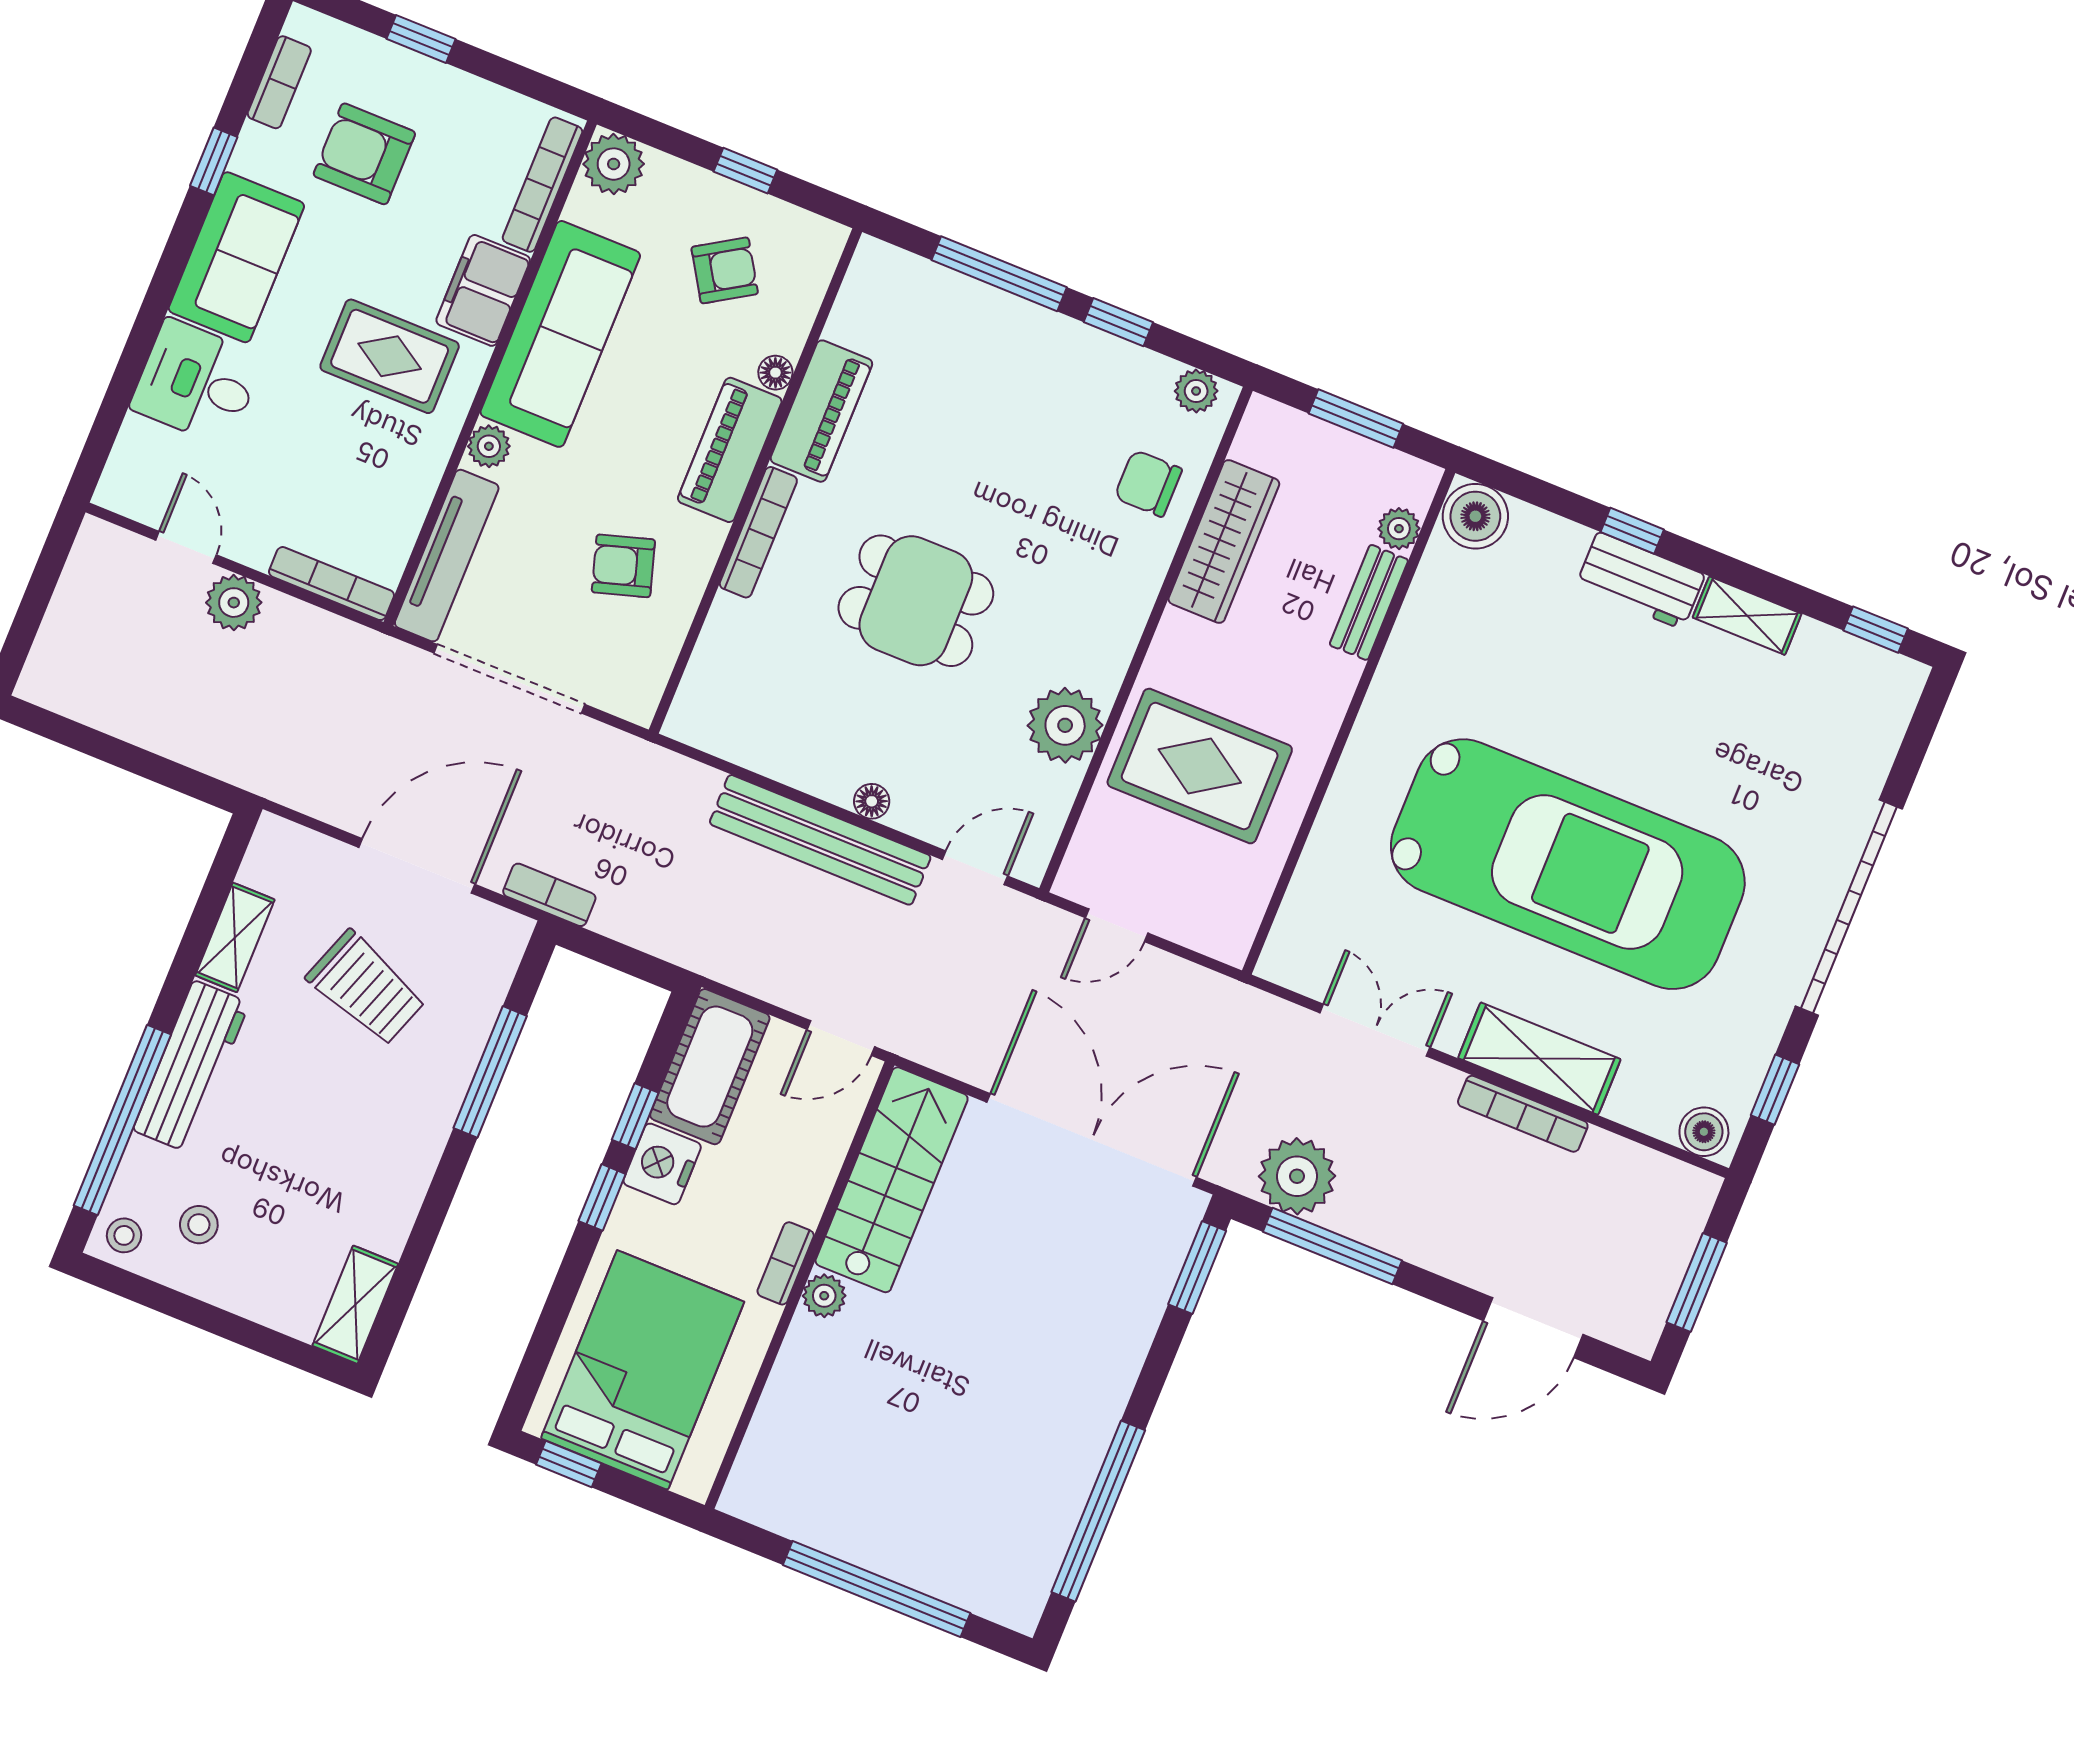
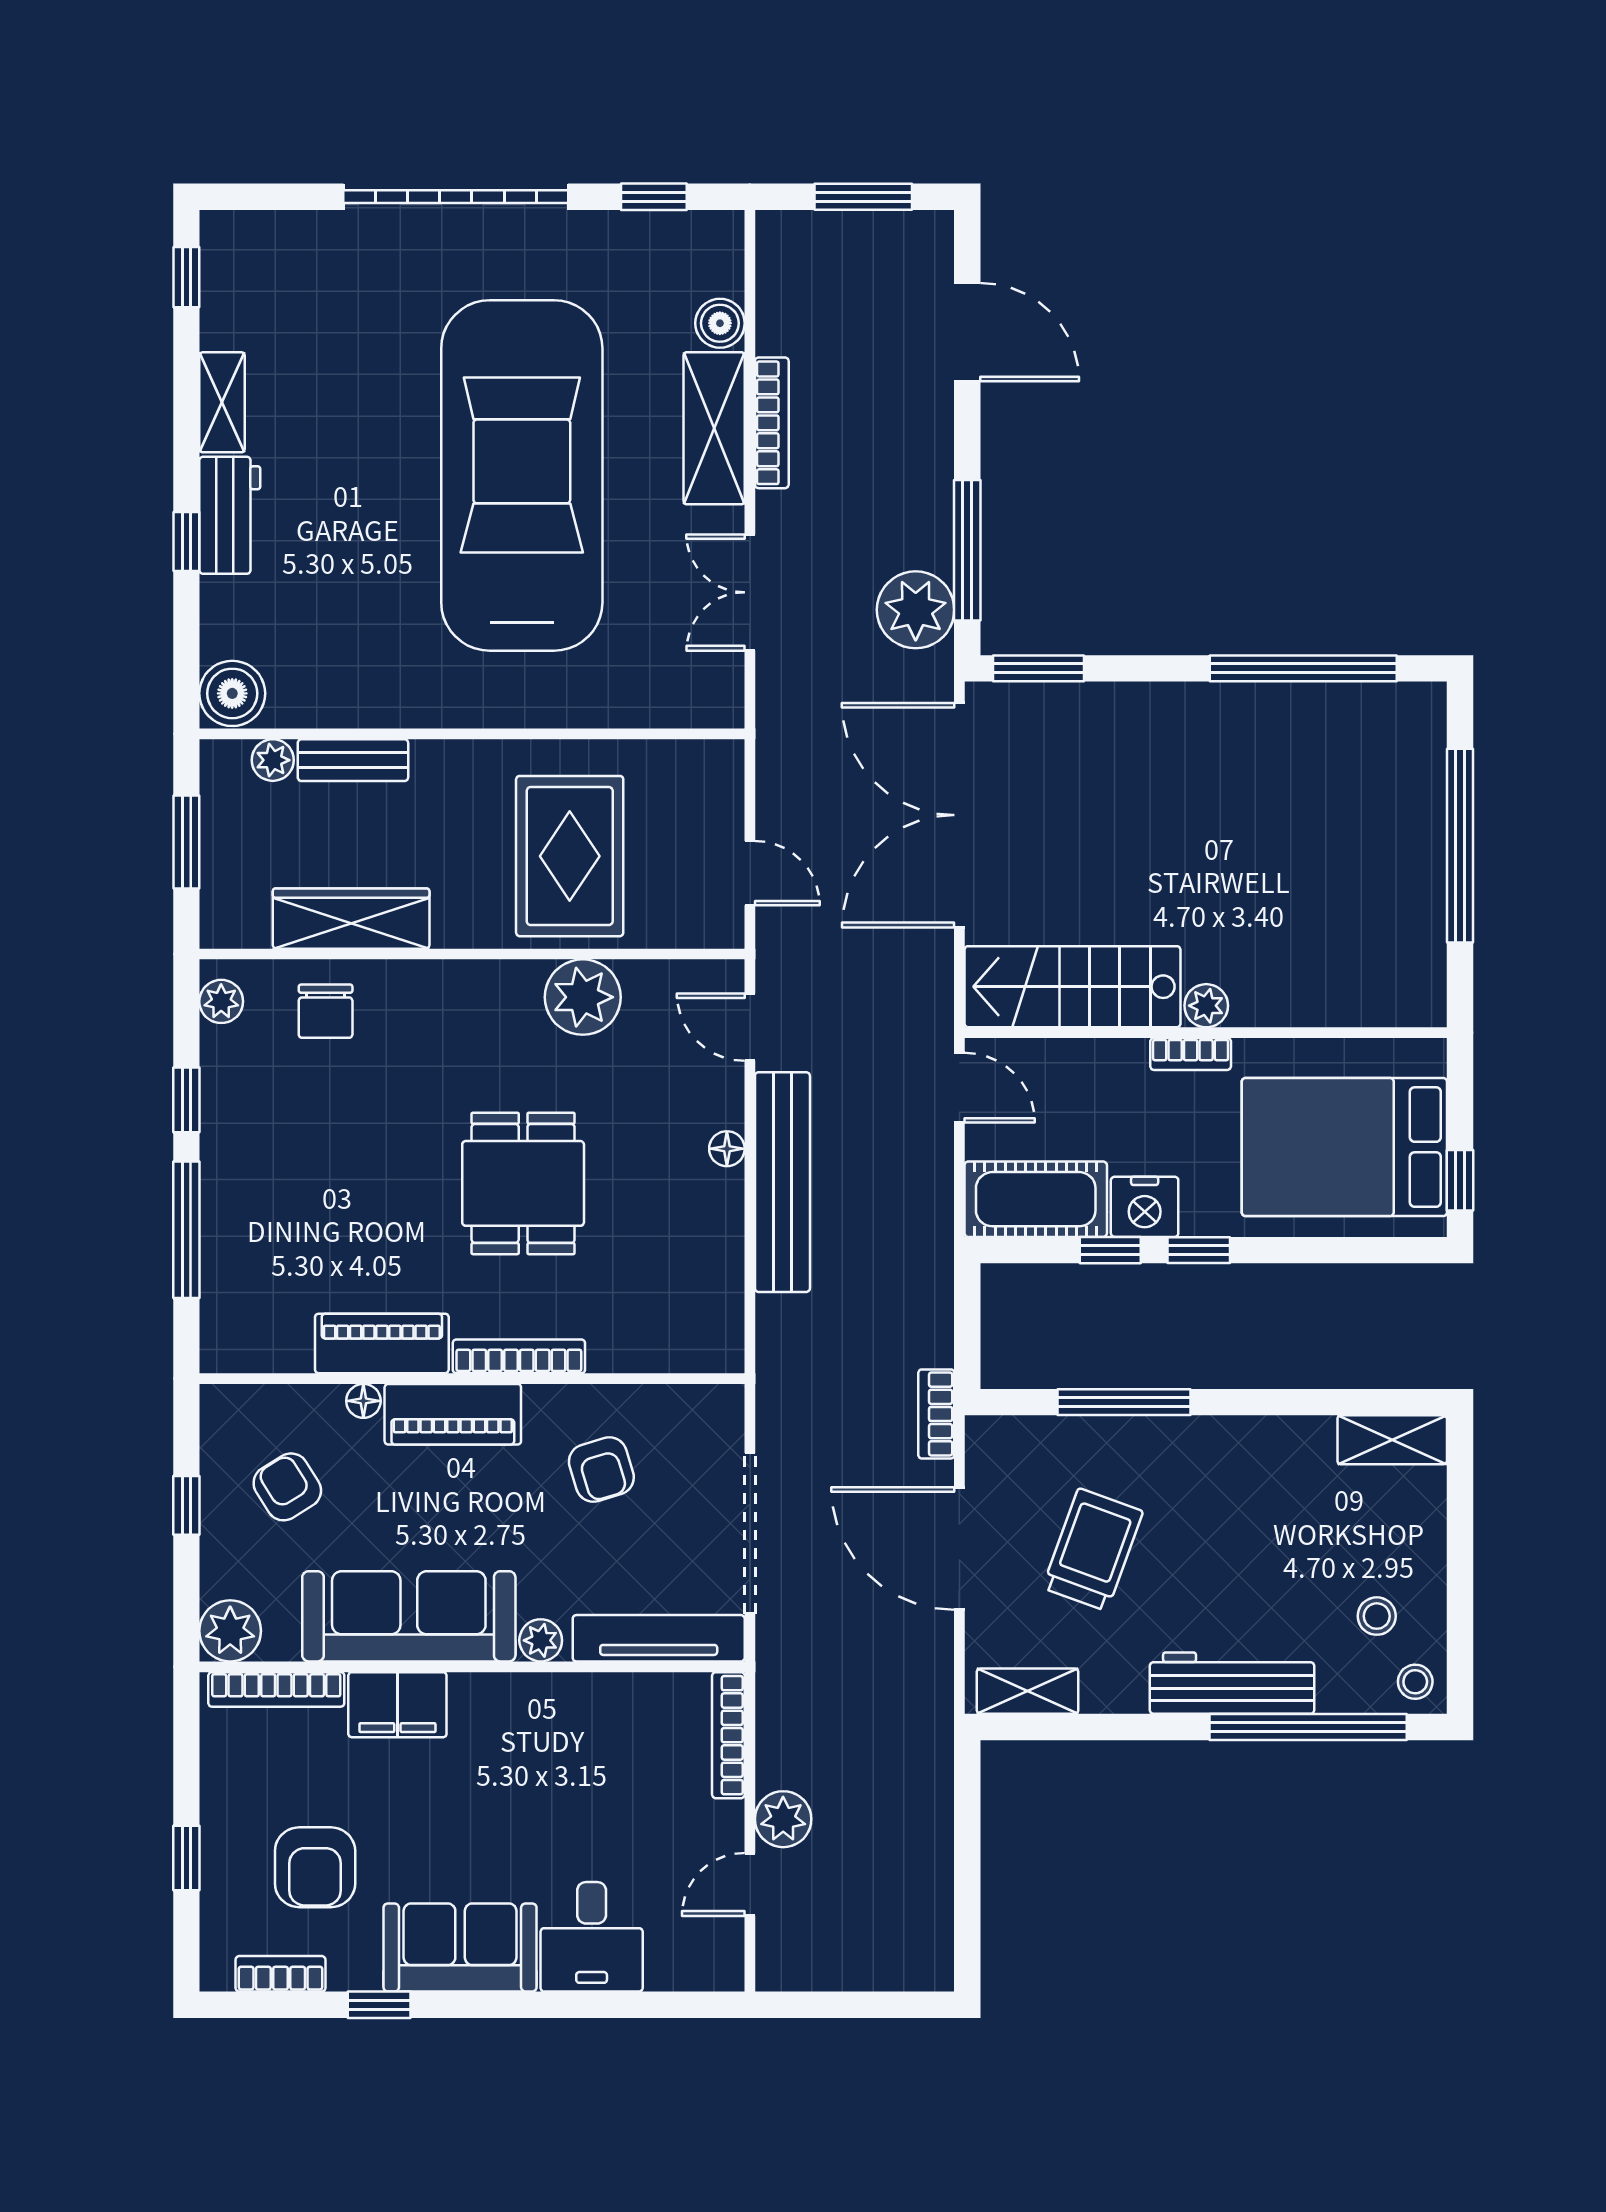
rug: (390, 356) -> (494, 1767), removed
shelving: (235, 937) -> (1028, 1691), moved
boiler: (1704, 1132) -> (720, 323), moved

